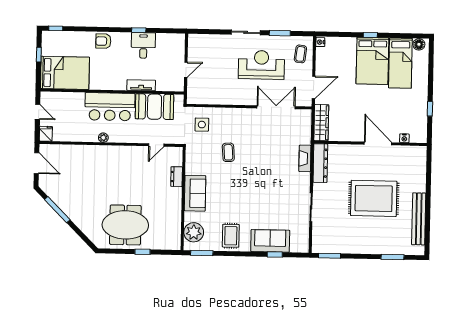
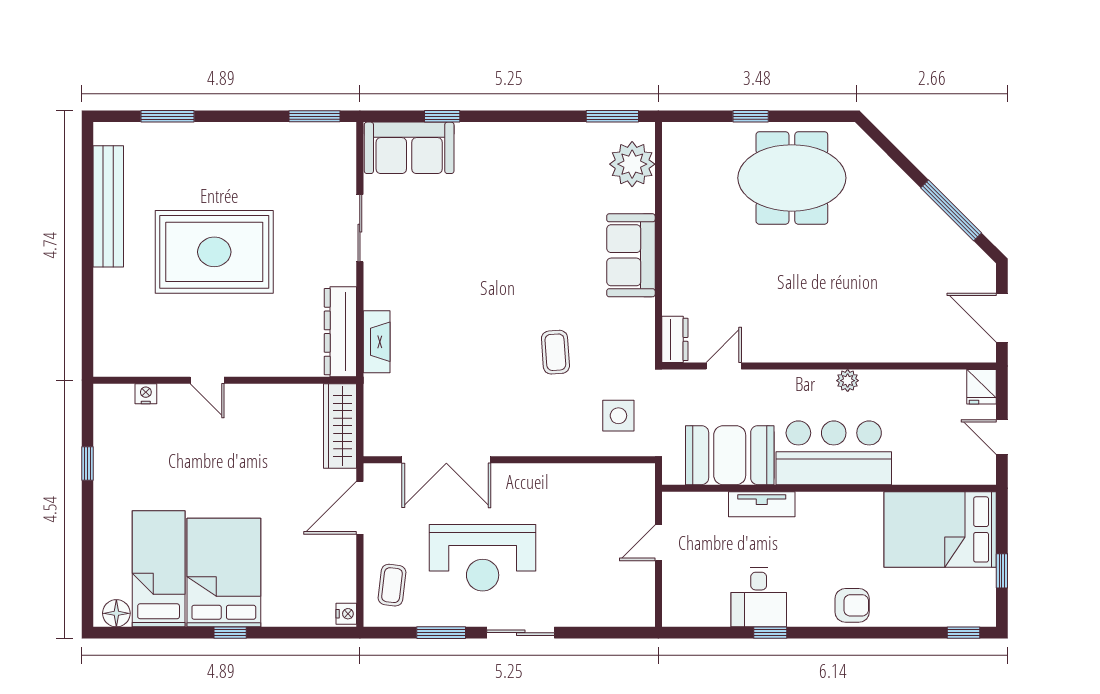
door: (378, 143) -> (207, 380), width x0.53
dresser: (177, 177) -> (675, 339), moved
rug: (231, 236) -> (546, 158), removed
sofa: (270, 241) -> (409, 148), moved

